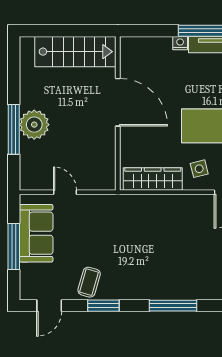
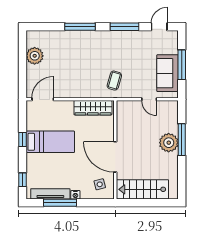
side table: (199, 169) -> (100, 184), moved
coffee table: (89, 282) -> (114, 81), moved
window: (103, 306) -> (125, 27), width x1.44

